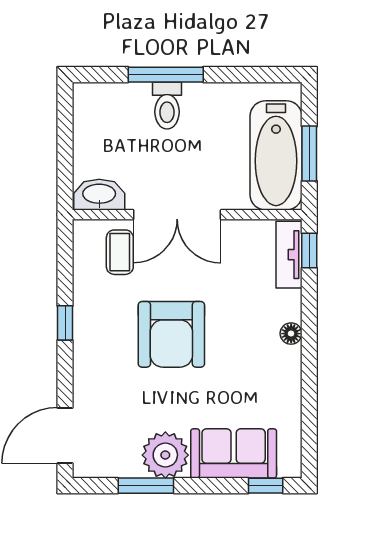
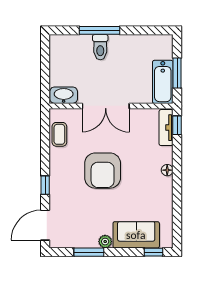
bathtub: (276, 155) -> (163, 82), width x0.73, depth x0.73
coffee table: (120, 252) -> (59, 134), moved
window: (65, 323) -> (45, 185), moved
plant: (165, 455) -> (105, 242), width x0.53, depth x0.53

